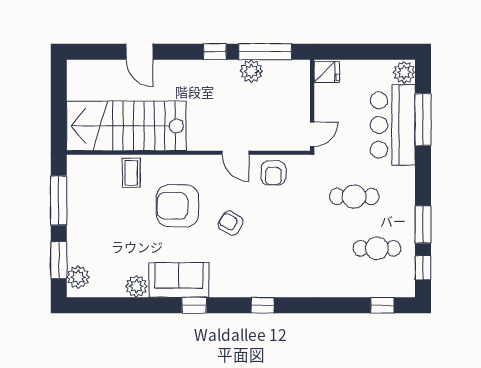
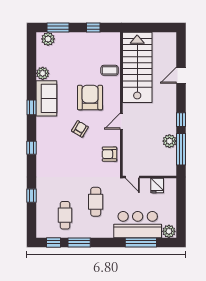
fridge: (327, 72) -> (157, 186), moved
door: (235, 153) -> (121, 121), moved
window: (59, 201) -> (93, 27), width x0.46
window: (382, 305) -> (31, 196), moved

